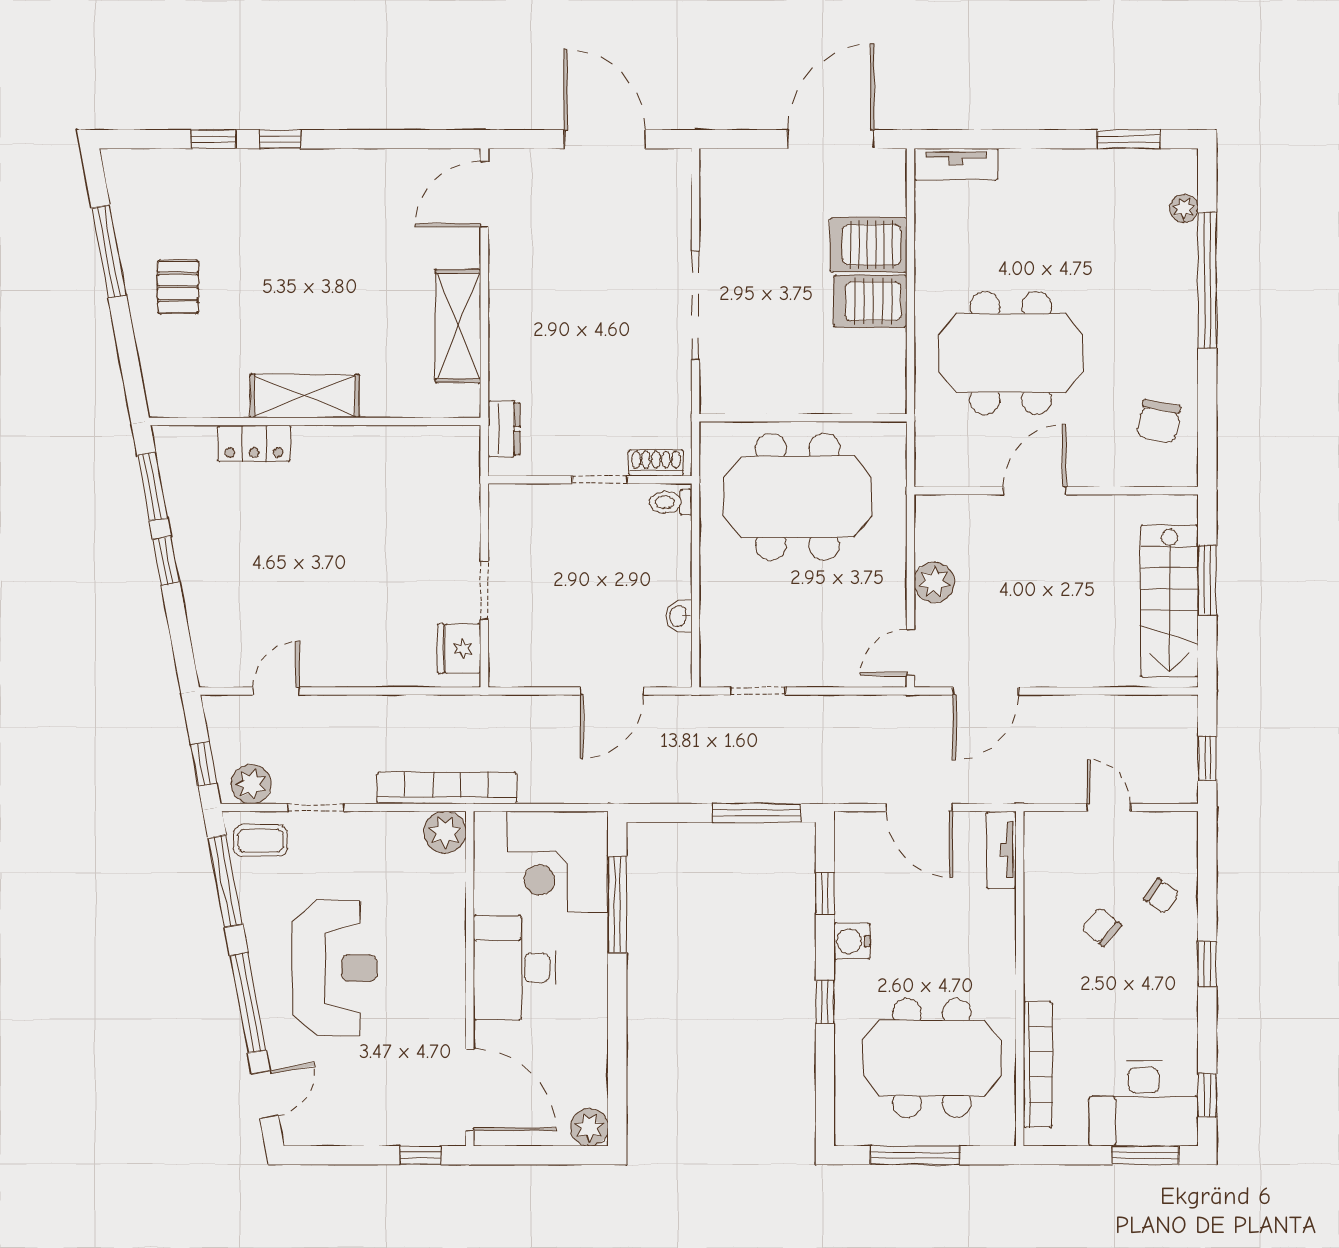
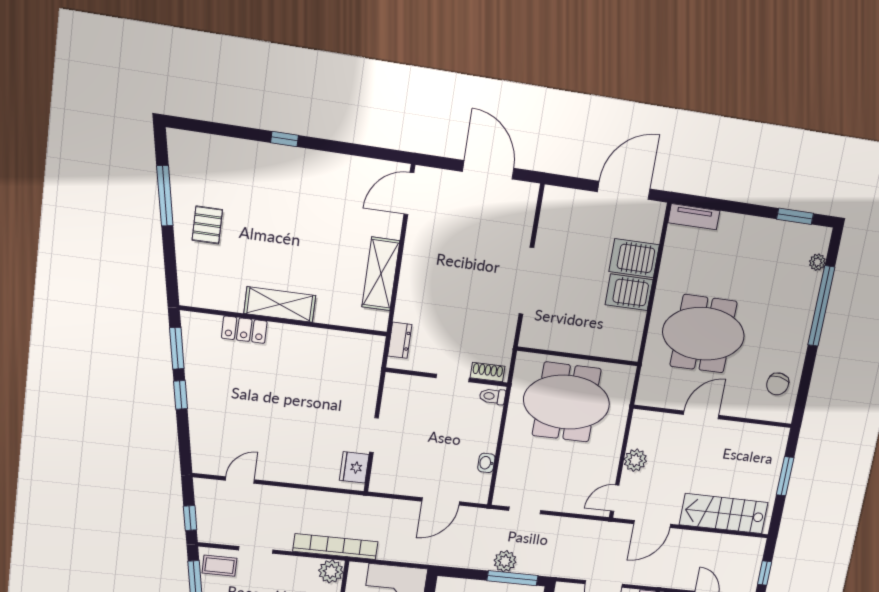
window: (213, 139) -> (241, 132), removed
stairs: (1169, 601) -> (724, 514), moved, turned 90
plant: (251, 784) -> (505, 561), moved

